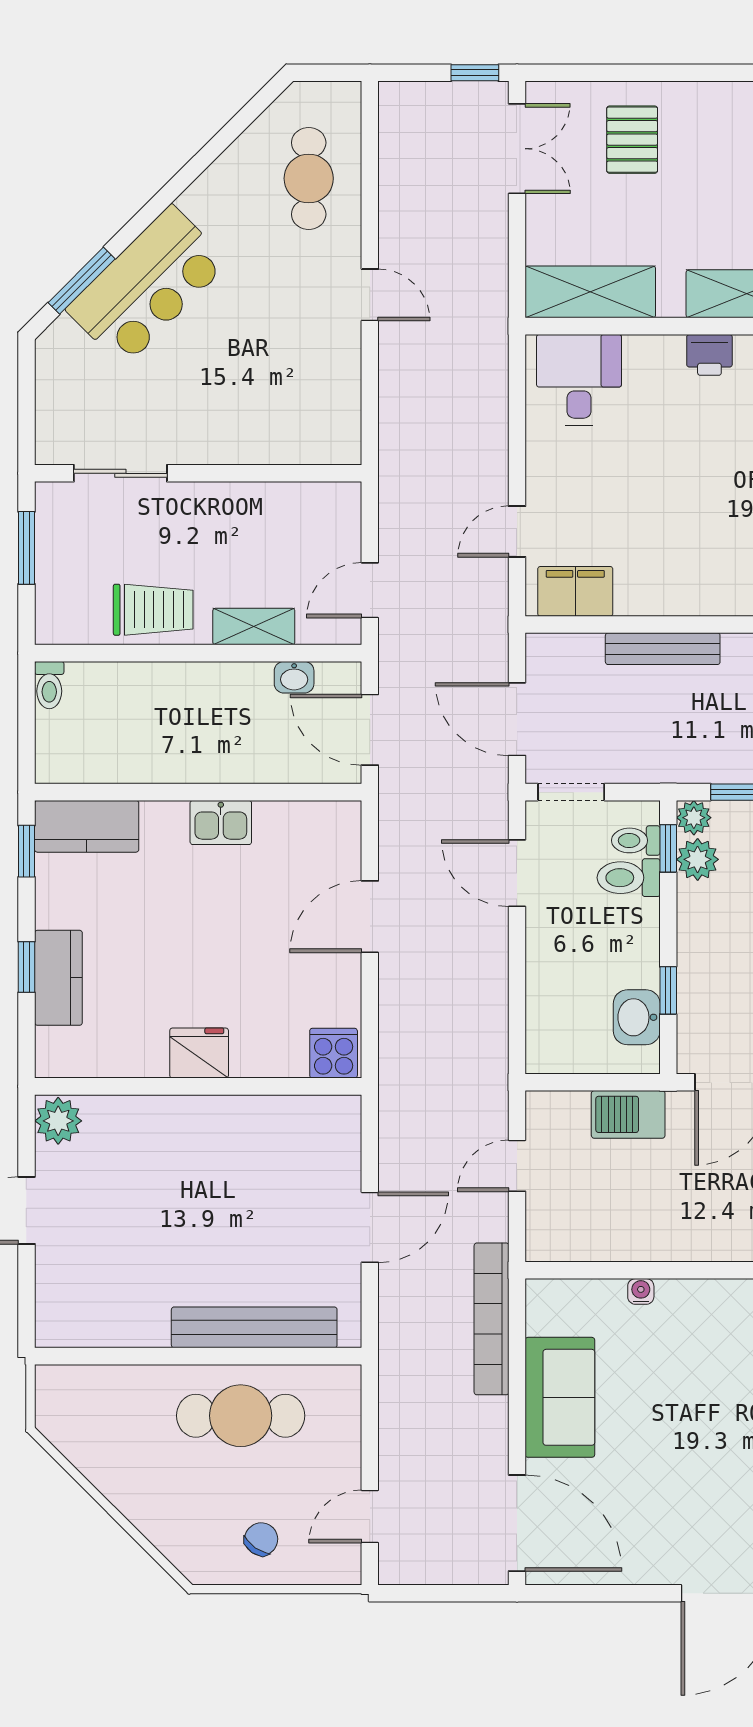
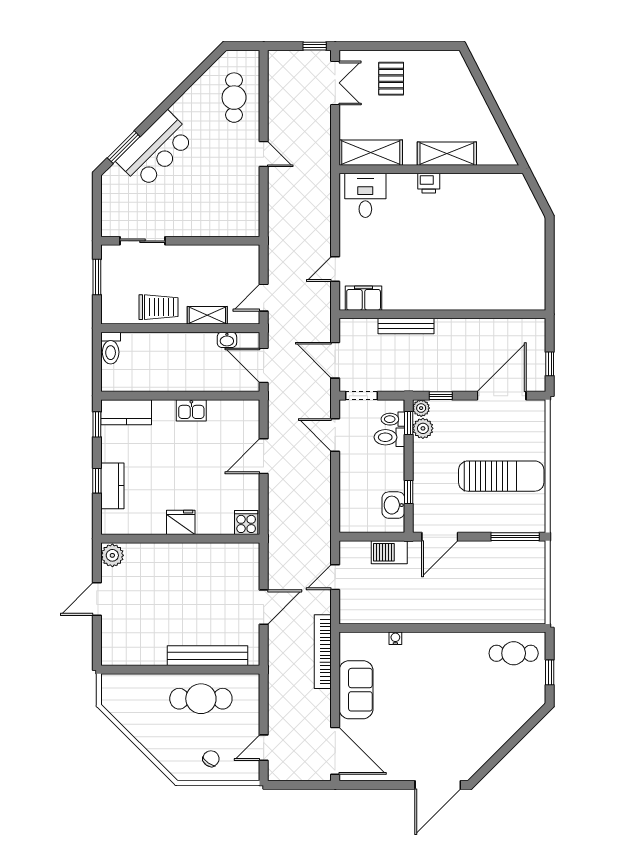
toilet: (49, 685) -> (111, 348), width x1.37, depth x1.39

